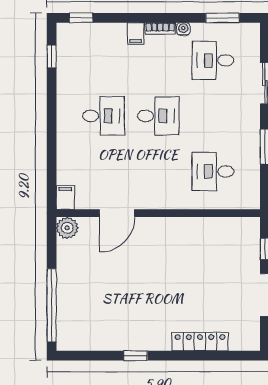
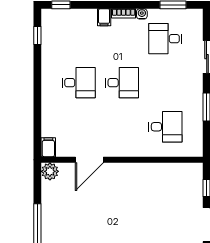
desk: (213, 172) -> (165, 127), turned 180

